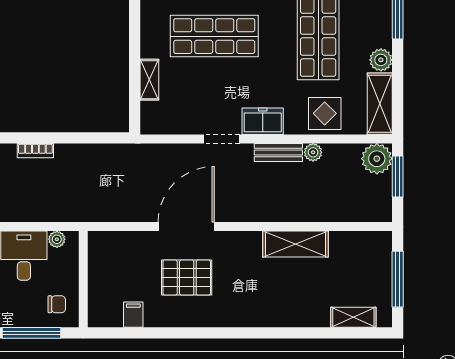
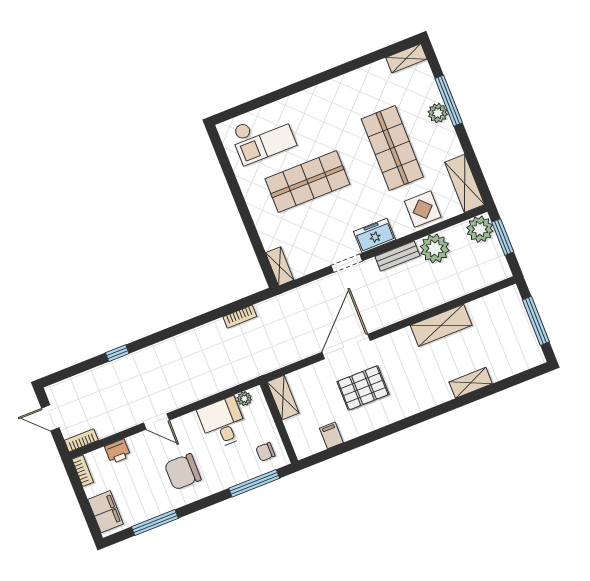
plant: (381, 60) -> (438, 113), moved
shelving: (149, 80) -> (280, 266), moved
bookcase: (35, 151) -> (240, 317), moved
plant: (313, 152) -> (435, 249), width x1.88, depth x1.88
shelving: (98, 254) -> (283, 398), added
chair: (57, 304) -> (265, 452), turned 180
shelving: (353, 317) -> (471, 383), moved

